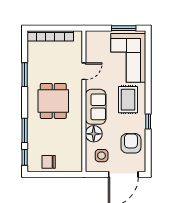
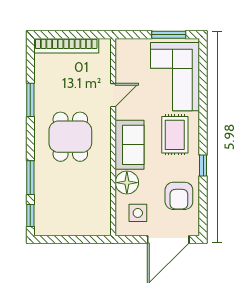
armchair: (131, 143) -> (179, 196), turned 180
chair: (49, 162) -> (64, 222), removed

